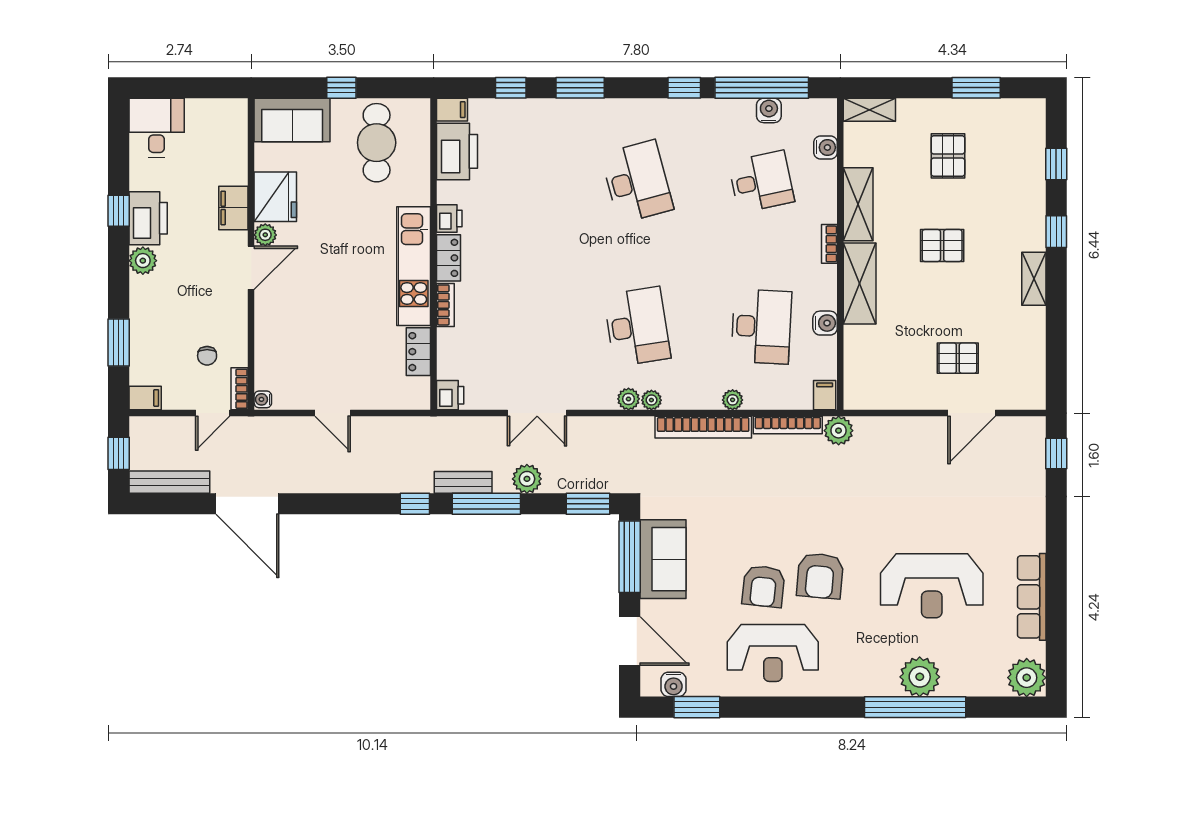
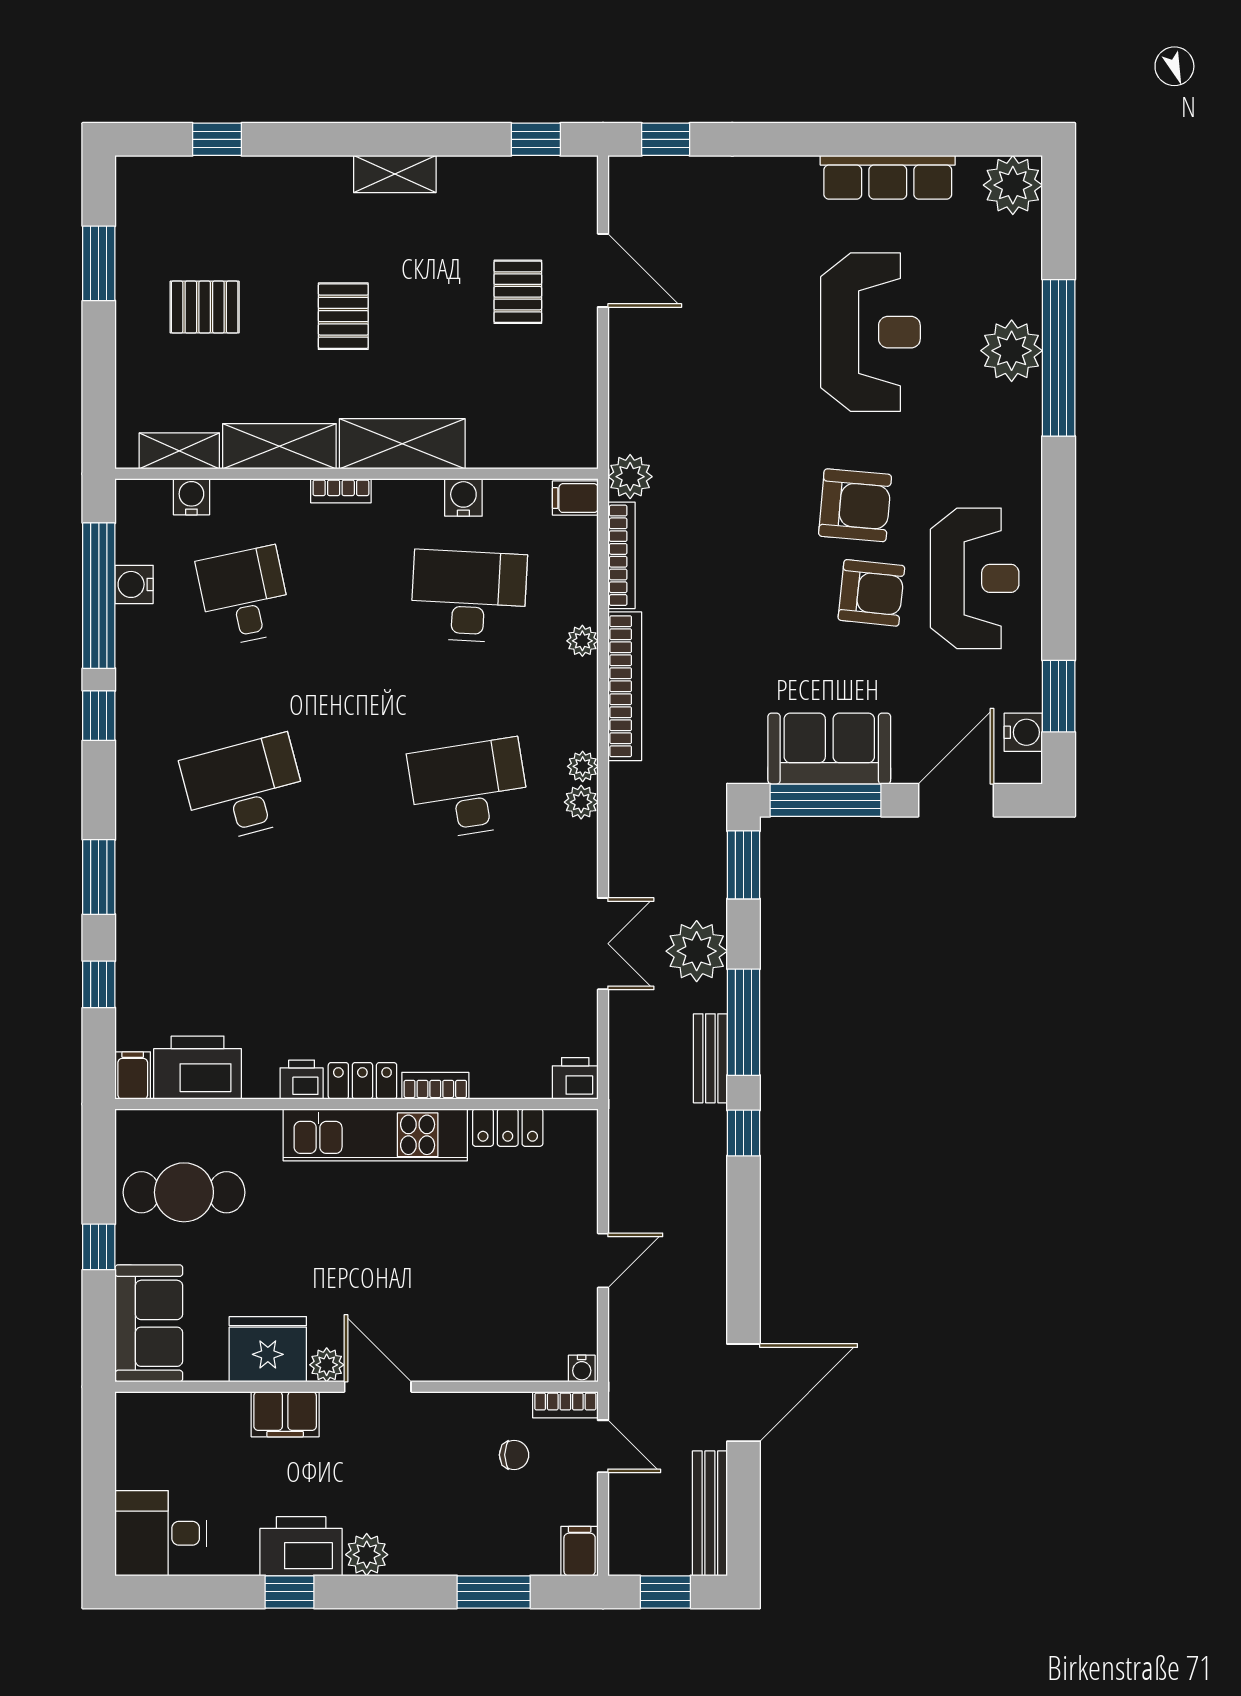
shelving: (869, 110) -> (179, 451), moved, turned 90
window: (1056, 232) -> (536, 139), moved
plant: (527, 479) -> (697, 951), width x1.36, depth x1.36

